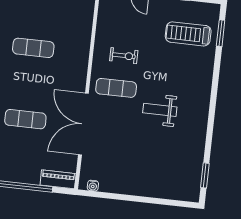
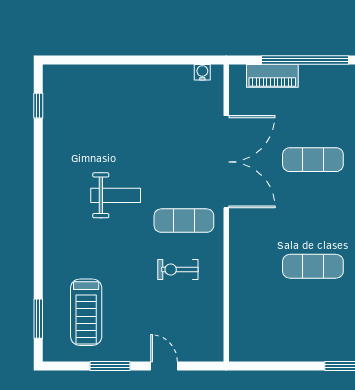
treadmill: (188, 34) -> (86, 312), turned 90
window: (205, 175) -> (38, 106), width x0.67
piano: (58, 179) -> (272, 76), moved

